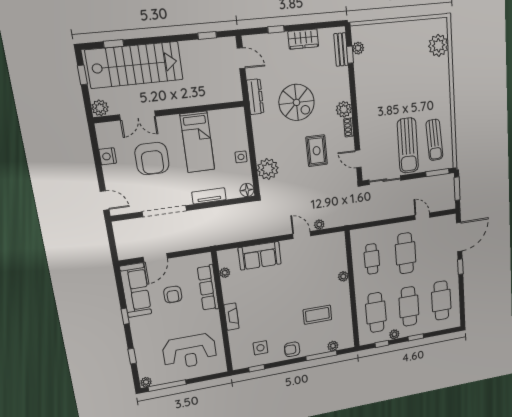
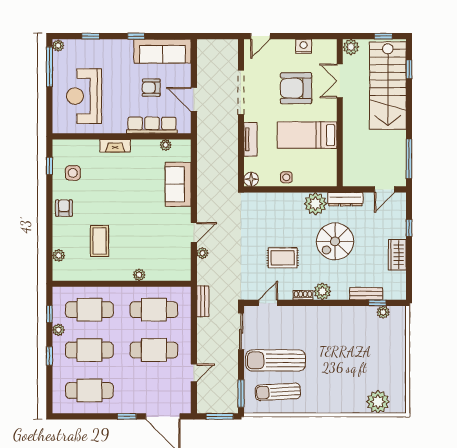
window: (207, 35) -> (409, 159), width x2.17
bench: (341, 50) -> (366, 294), moved
plant: (268, 169) -> (315, 204), moved
bench: (361, 218) -> (203, 301), added
door: (155, 258) -> (194, 99), moved
cafe table: (372, 259) -> (154, 310), width x1.37, depth x1.35
window: (321, 356) -> (49, 241), removed

